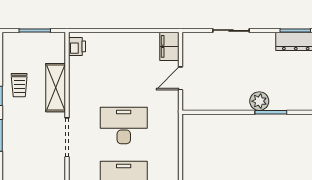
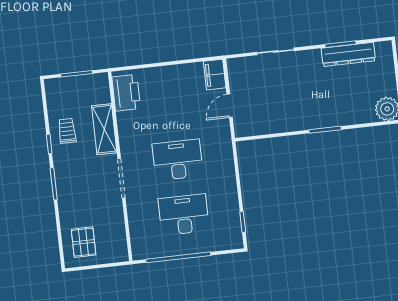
printer: (77, 46) -> (126, 93), width x1.87, depth x1.48
trolley: (19, 85) -> (67, 131), turned 180
plant: (259, 101) -> (312, 120), removed

